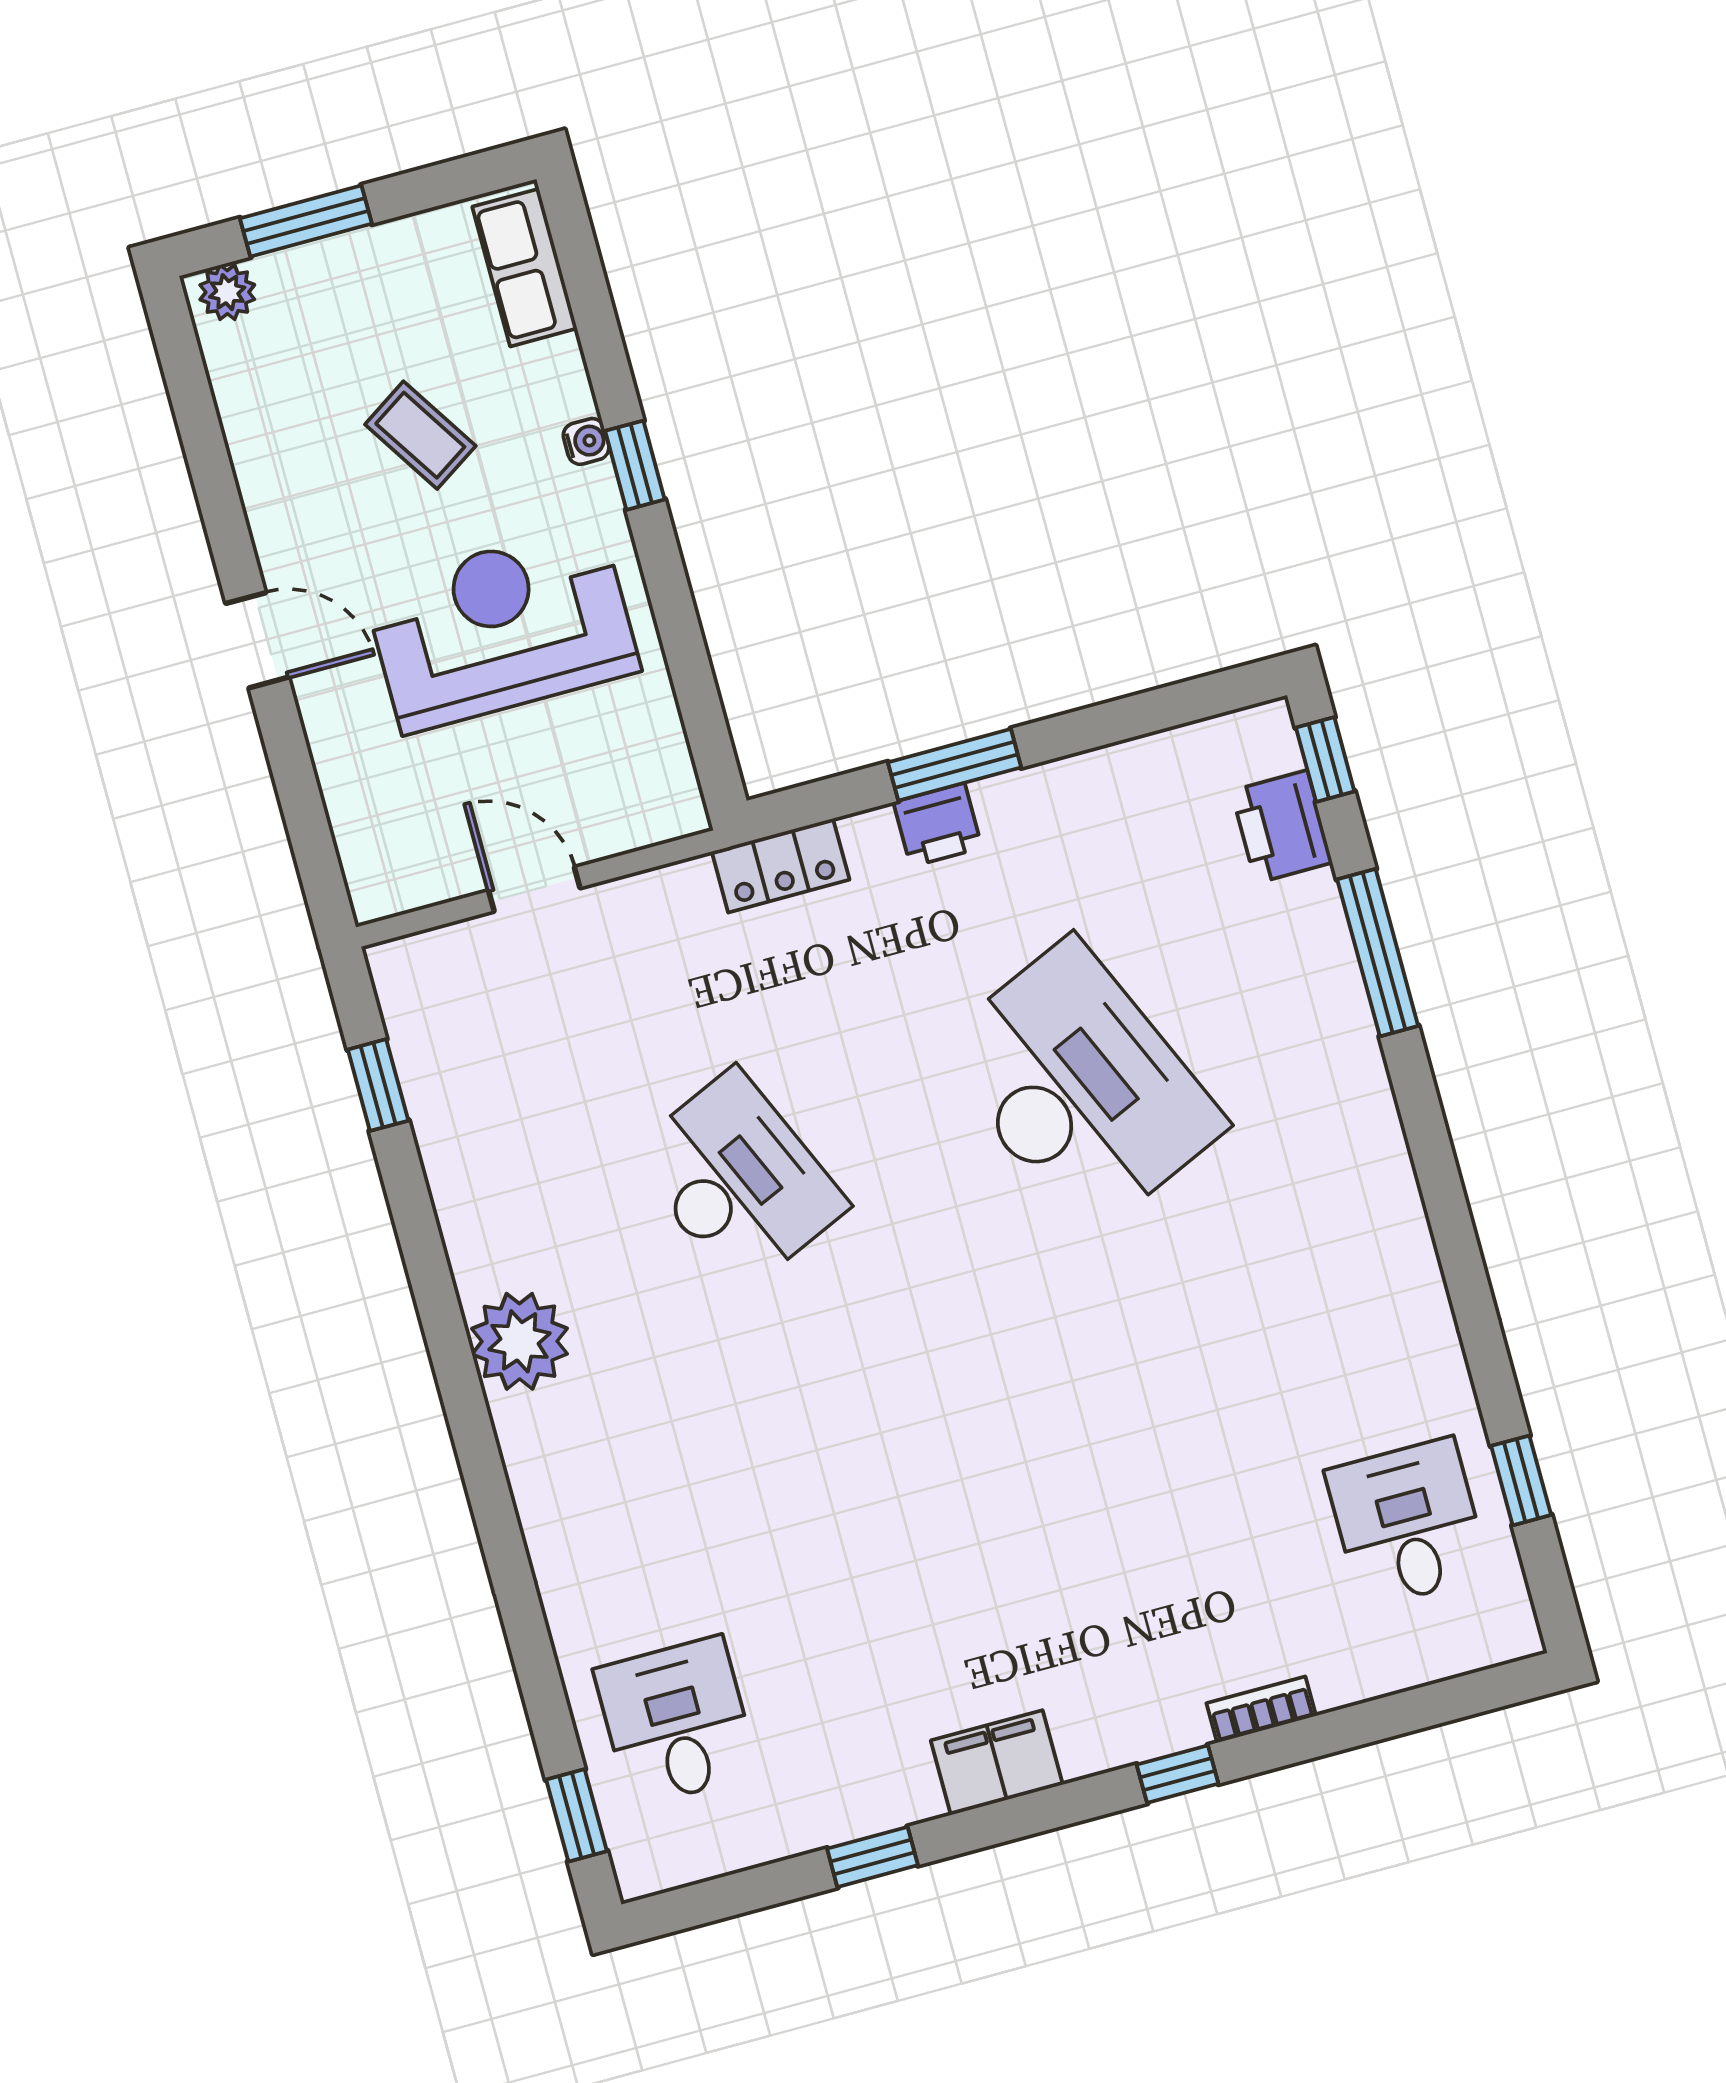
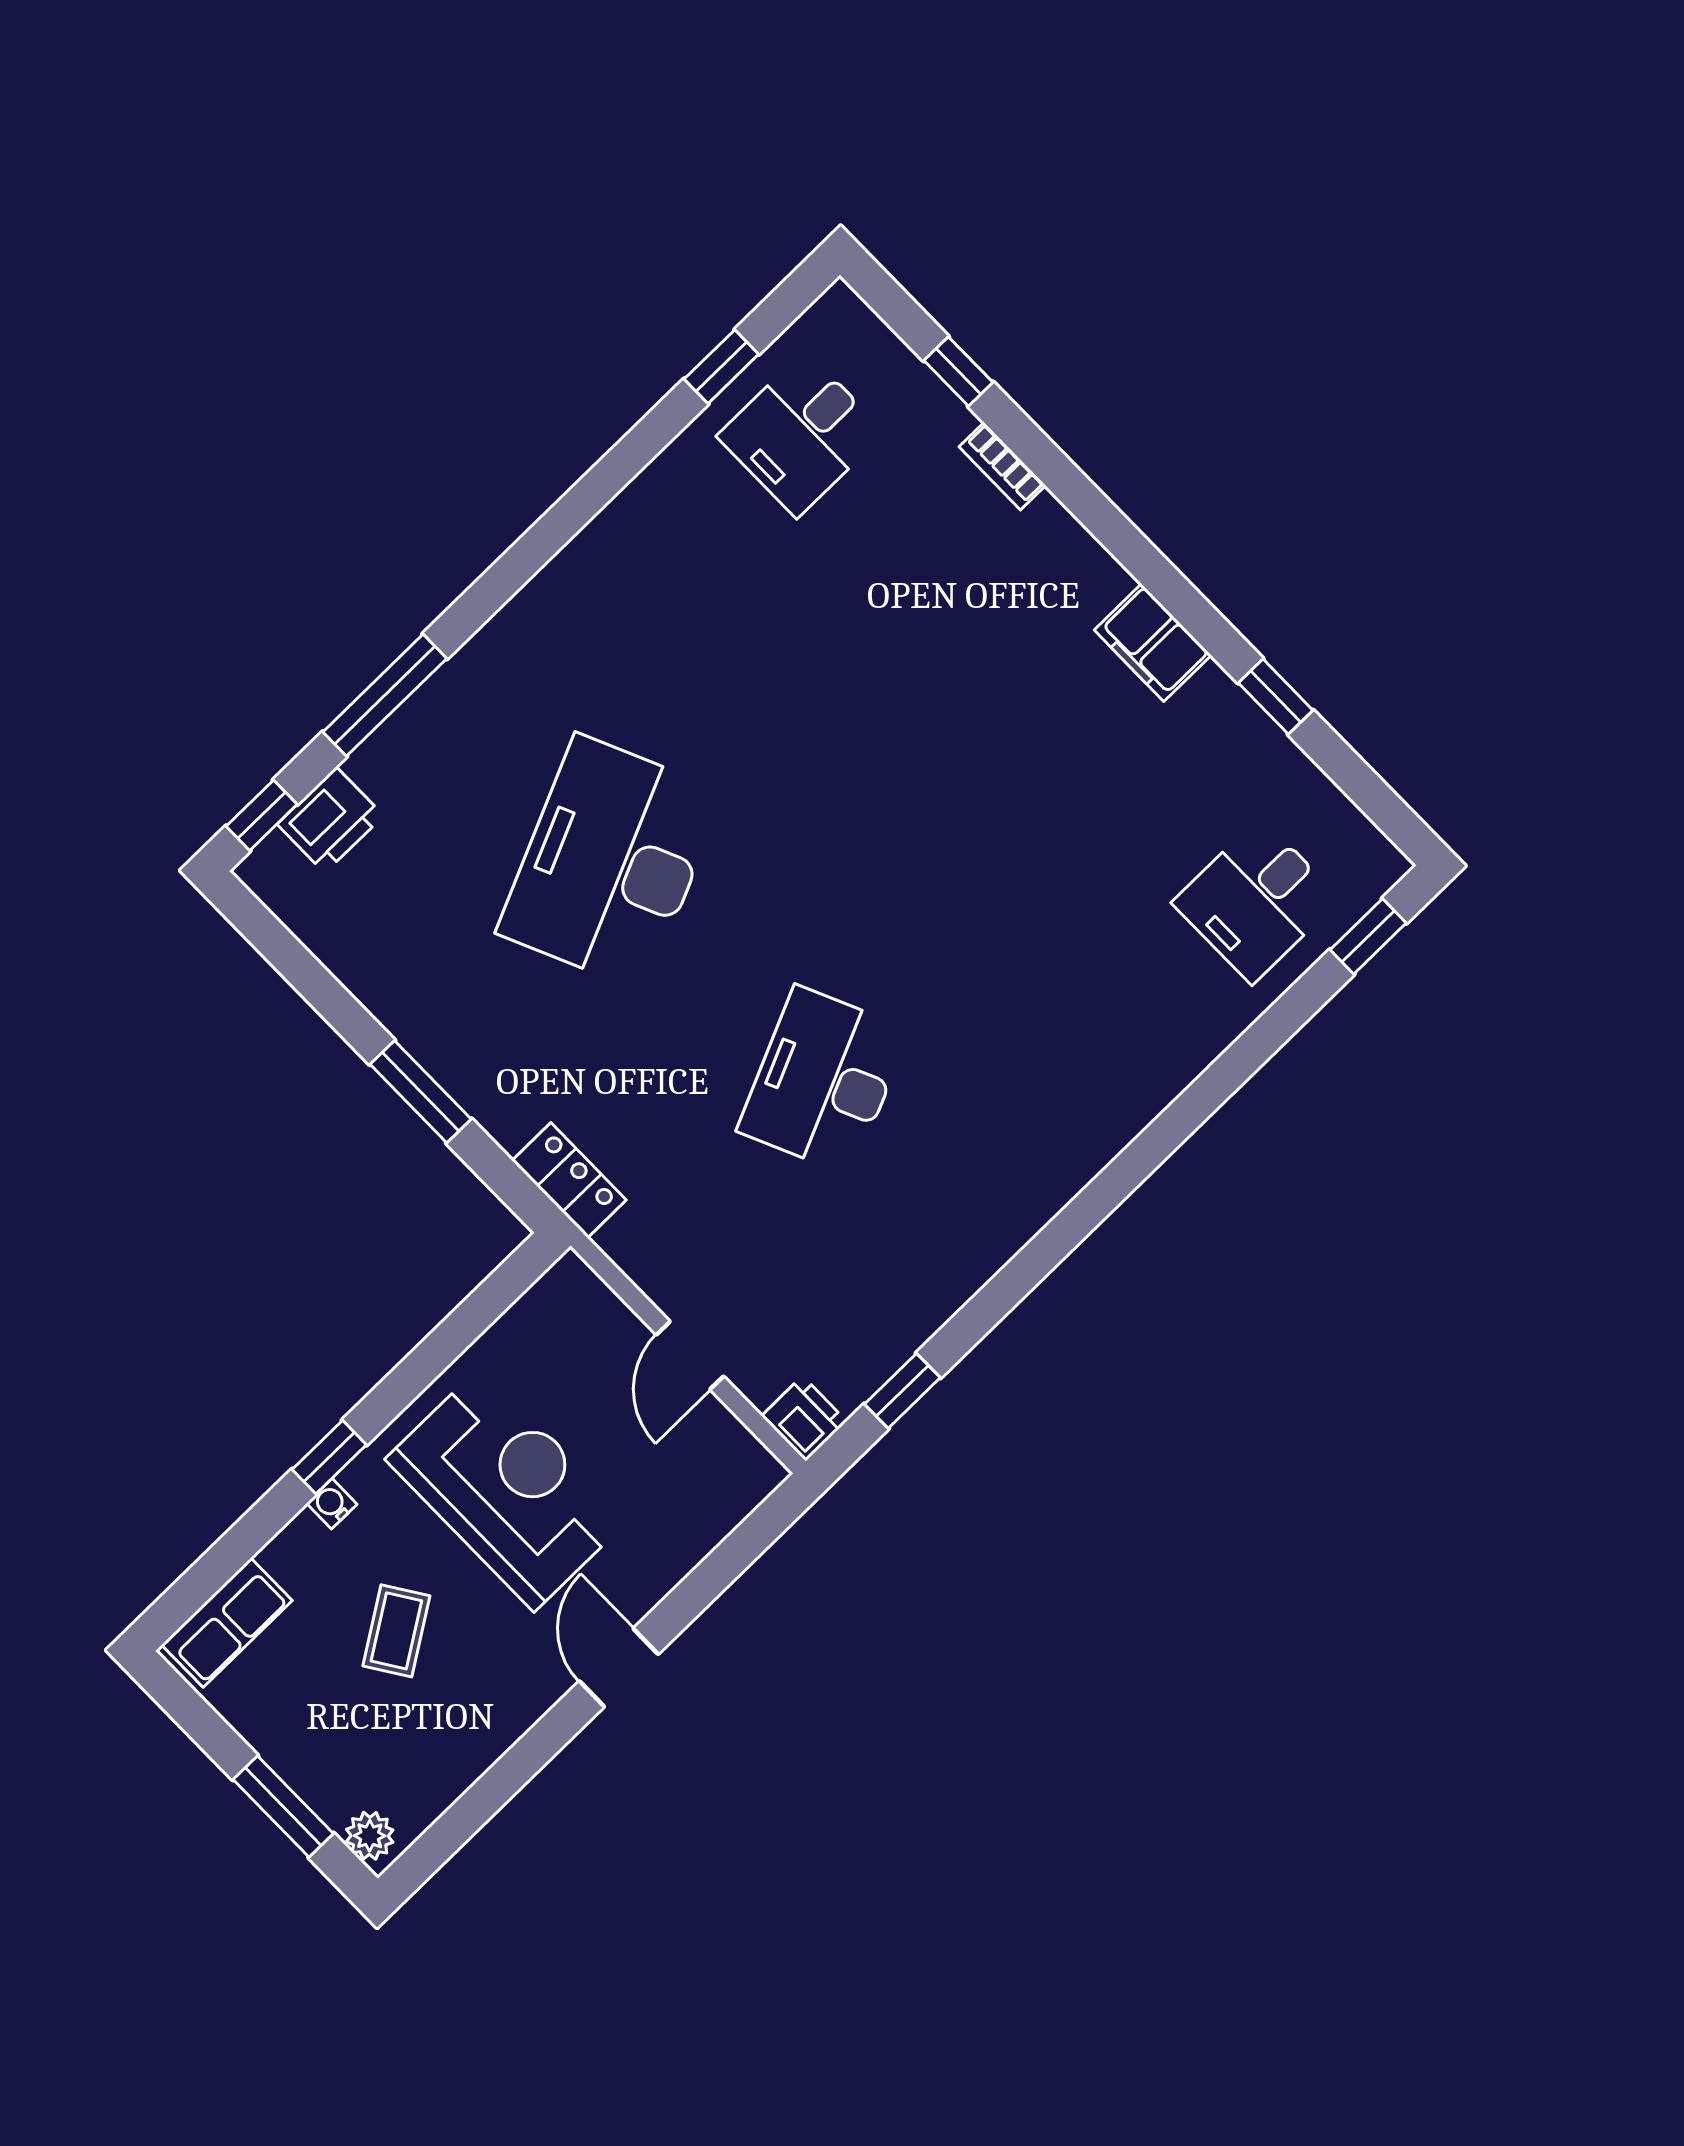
reception desk: (502, 628) -> (507, 1489), turned 180
printer: (938, 825) -> (804, 1419), moved
plant: (520, 1341) -> (1036, 1177), removed
window: (1177, 1774) -> (958, 371), moved

